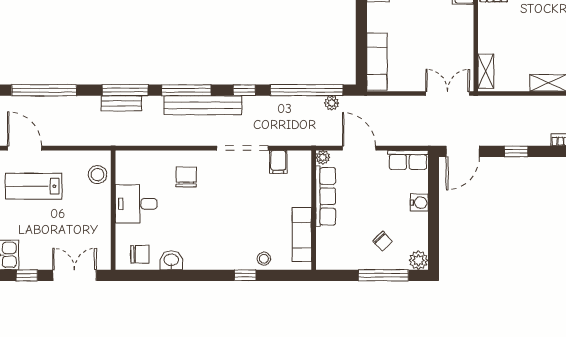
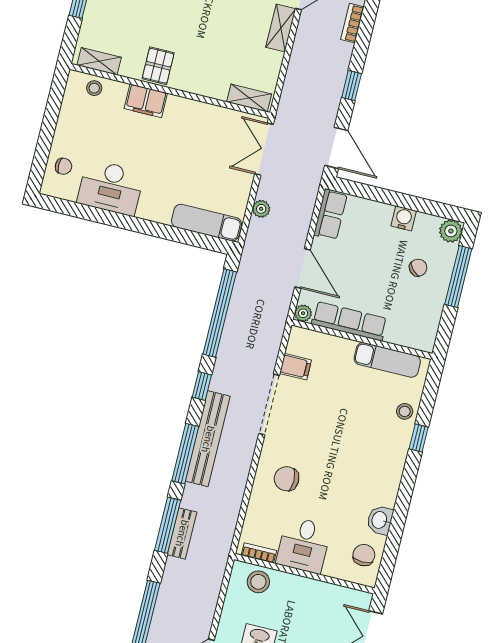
plant: (332, 103) -> (261, 209), moved
door: (359, 148) -> (303, 268), swing flipped
bookcase: (121, 169) -> (259, 553), added
water cooler: (419, 203) -> (404, 218), moved

